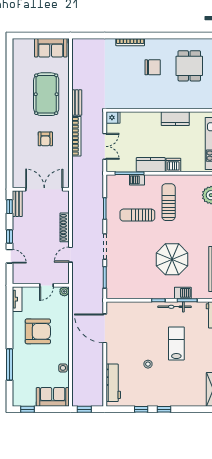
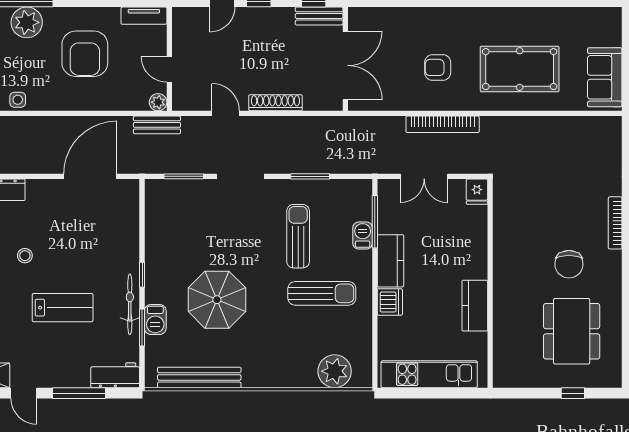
dining table: (189, 66) -> (572, 331), width x1.38
bench: (77, 103) -> (157, 125), moved
plant: (21, 363) -> (27, 22), added

